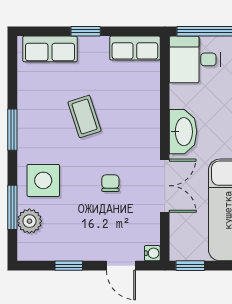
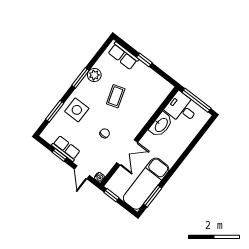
row of seats: (135, 48) -> (66, 148), moved, turned 180
washbasin: (183, 132) -> (161, 125), moved
plant: (29, 221) -> (94, 75), moved

